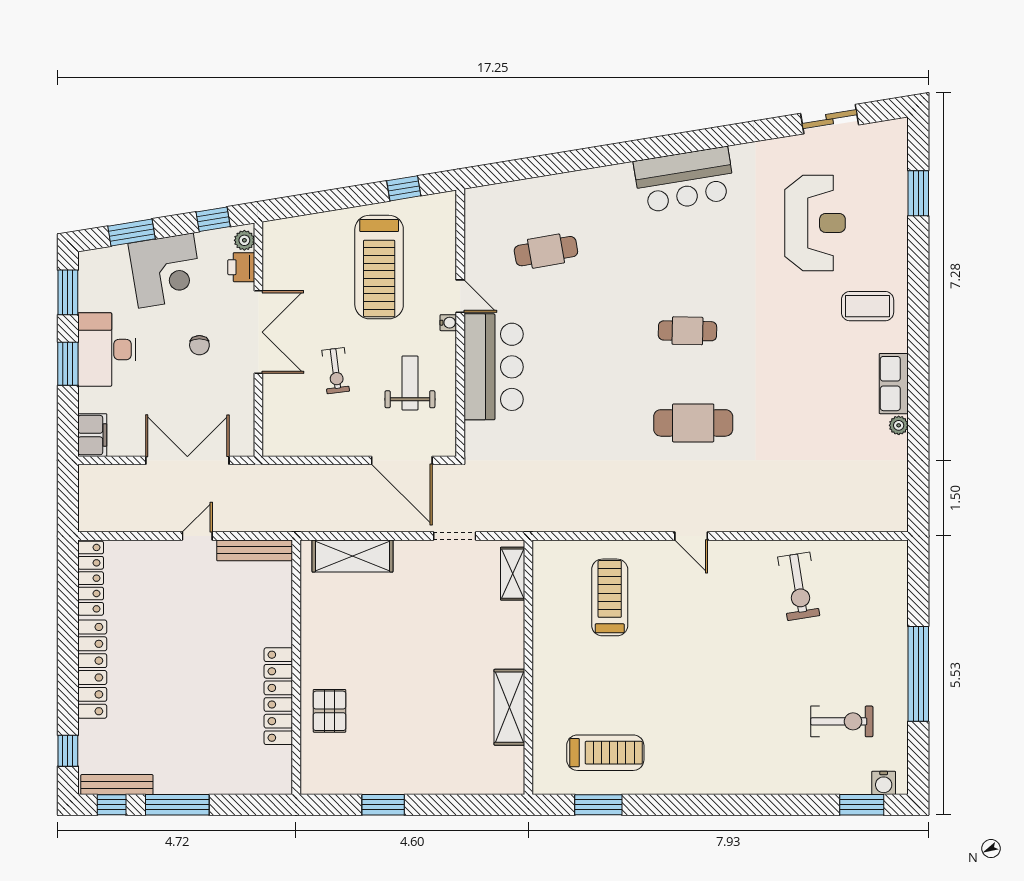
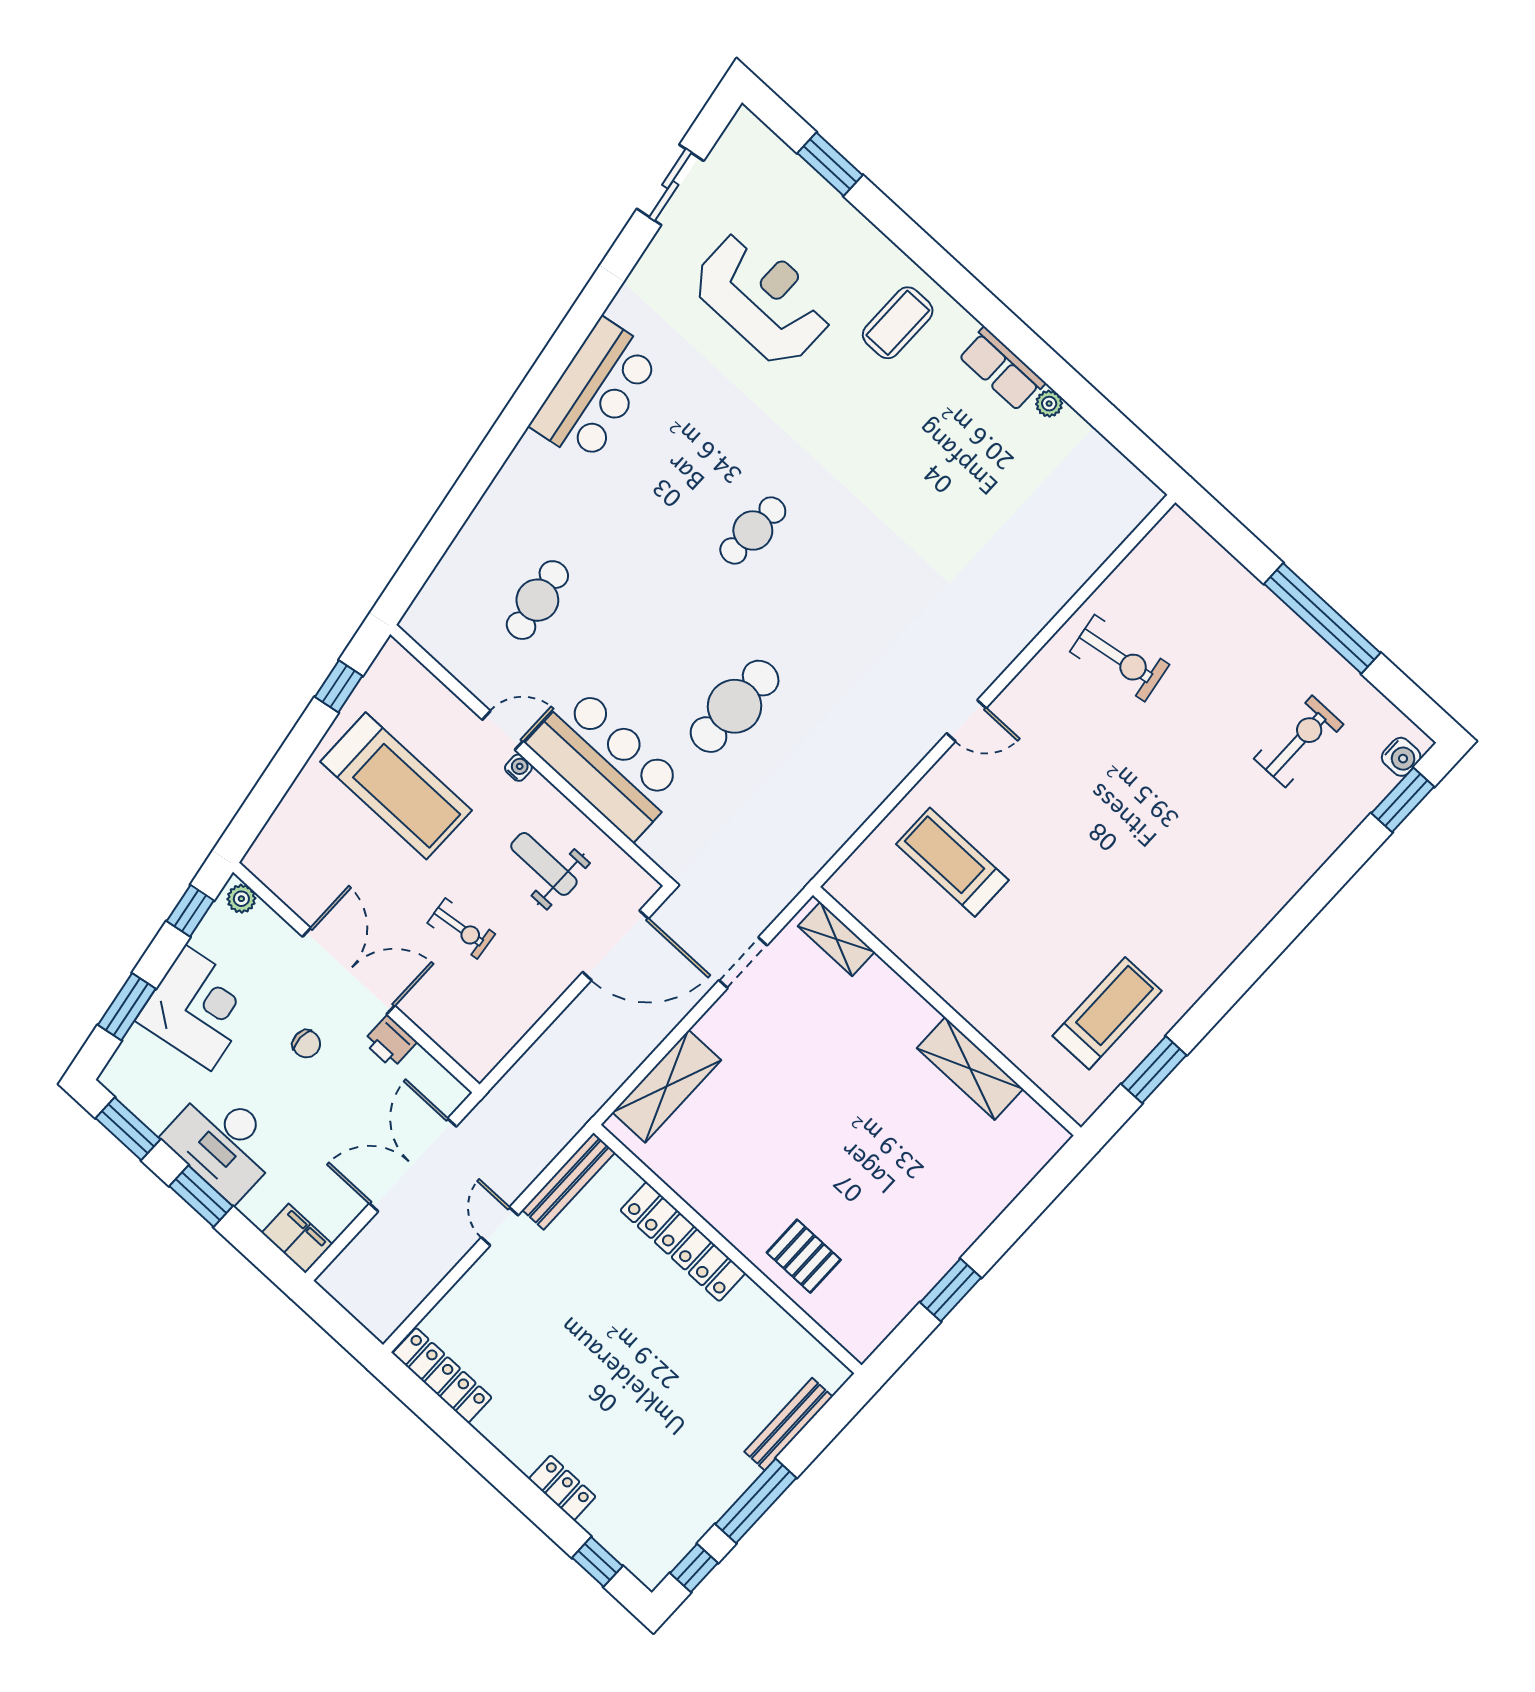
printer: (241, 267) -> (390, 1042), moved
cafe table: (693, 423) -> (735, 706), moved
locker: (92, 669) -> (562, 1488), width x0.46, depth x0.83
locker: (278, 696) -> (683, 1242), moved
bench: (117, 785) -> (789, 1424), moved

